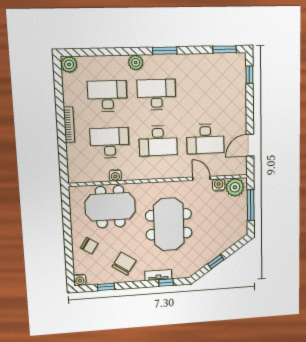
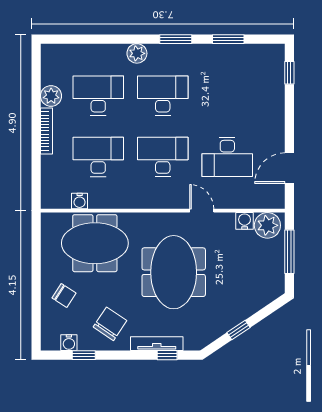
window: (225, 49) -> (228, 39), moved
plant: (69, 64) -> (51, 96), moved
desk: (158, 141) -> (163, 157), turned 180
water cooler: (115, 175) -> (80, 201), moved
door: (201, 178) -> (202, 211), moved
tv unit: (158, 275) -> (157, 344), width x1.41
water cooler: (80, 280) -> (69, 343), moved

